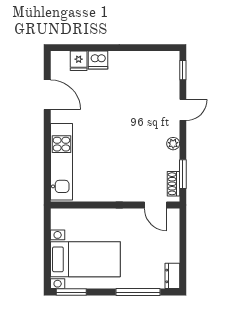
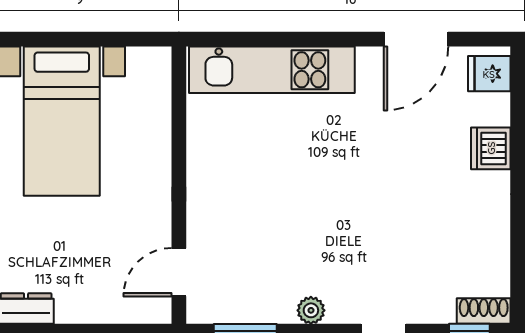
fridge: (79, 61) -> (489, 74), moved
shoe rack: (173, 184) -> (484, 311), moved

